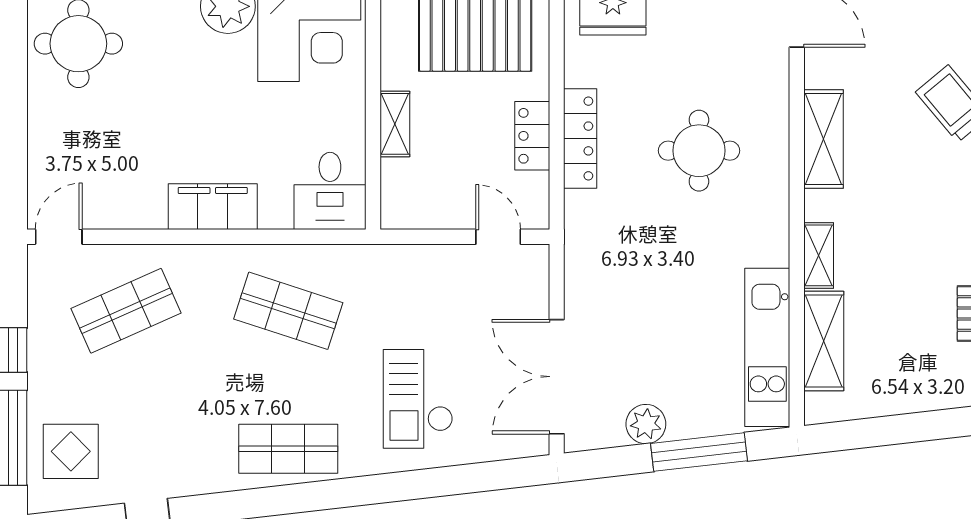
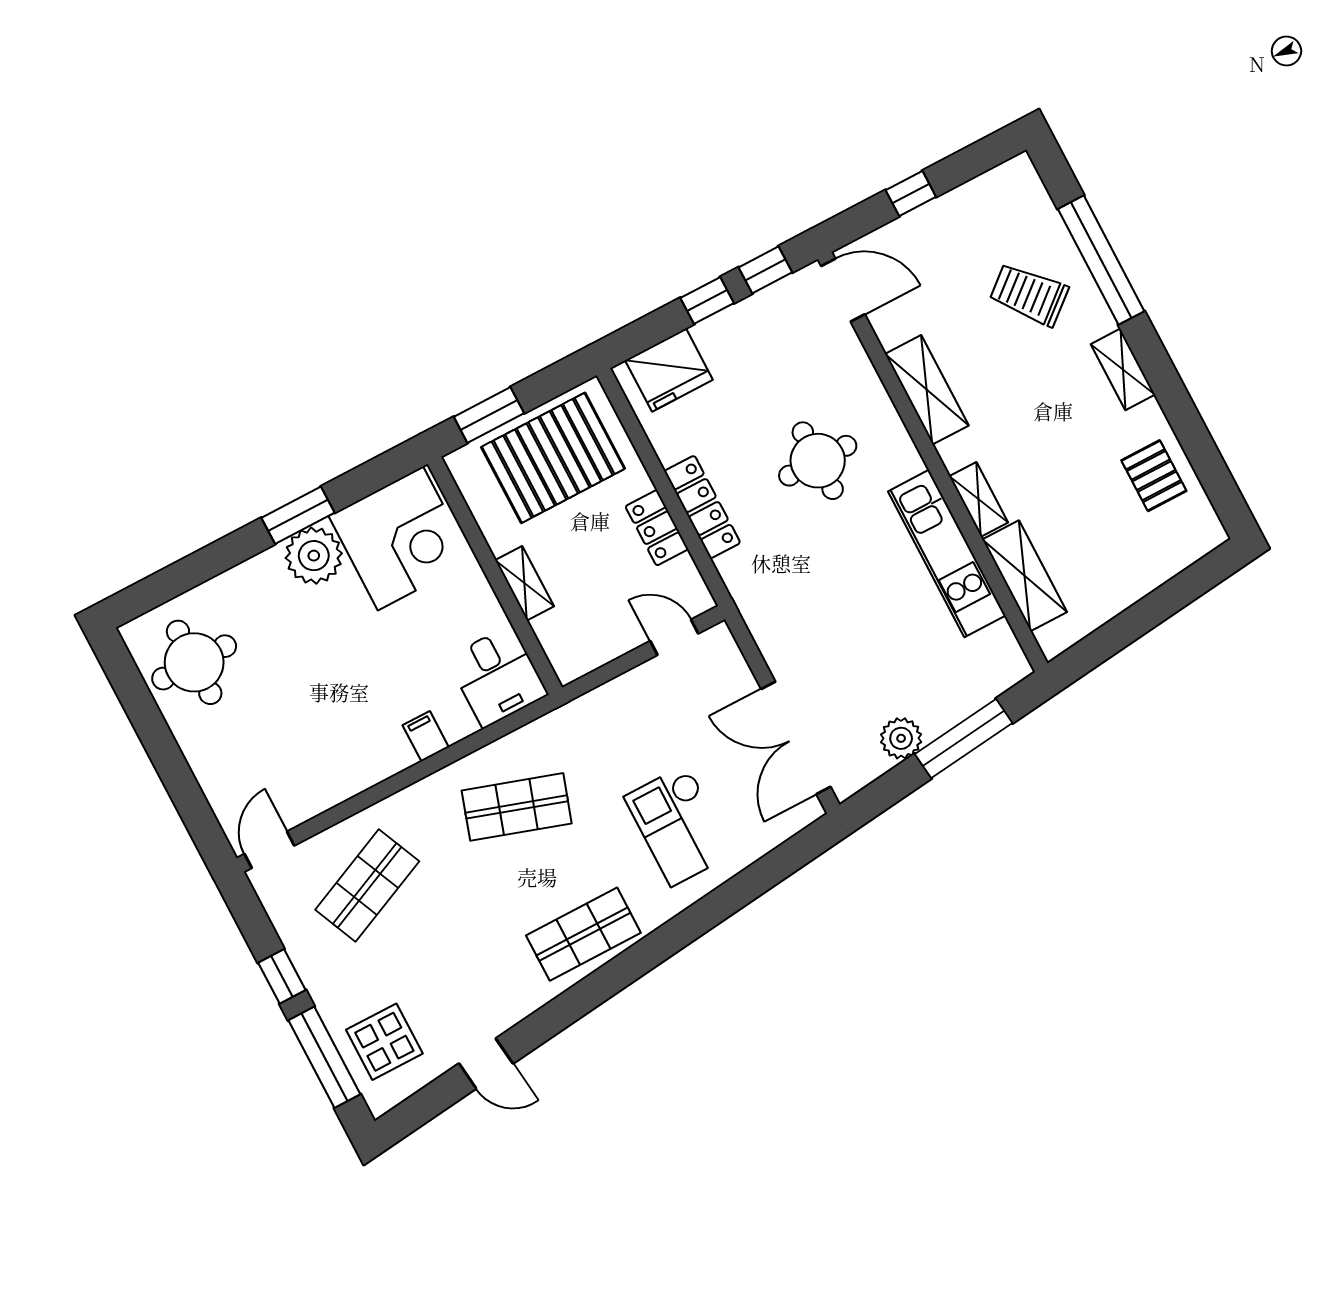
filing cabinet: (213, 207) -> (426, 736), width x0.33, depth x0.86
kitchen unit: (767, 347) -> (947, 554), moved

